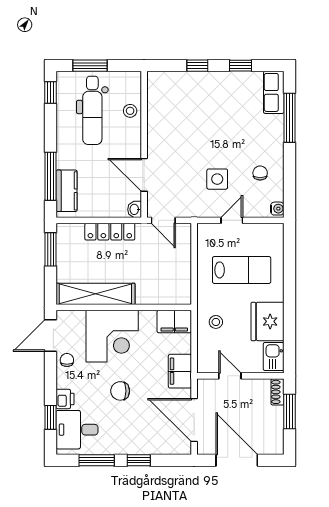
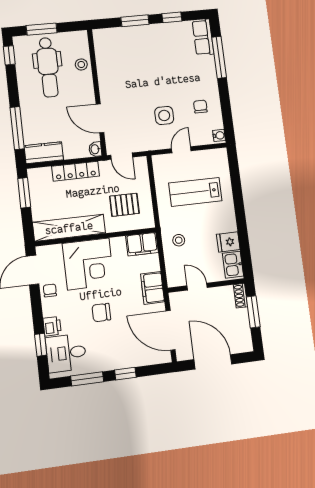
window: (197, 66) -> (135, 21), width x1.50
kitchen counter: (67, 191) -> (44, 153), moved, turned -90
lab bench: (242, 270) -> (195, 192), turned 180
pallet: (160, 275) -> (124, 205), added
fridge: (268, 321) -> (228, 242), width x0.53, depth x0.75

